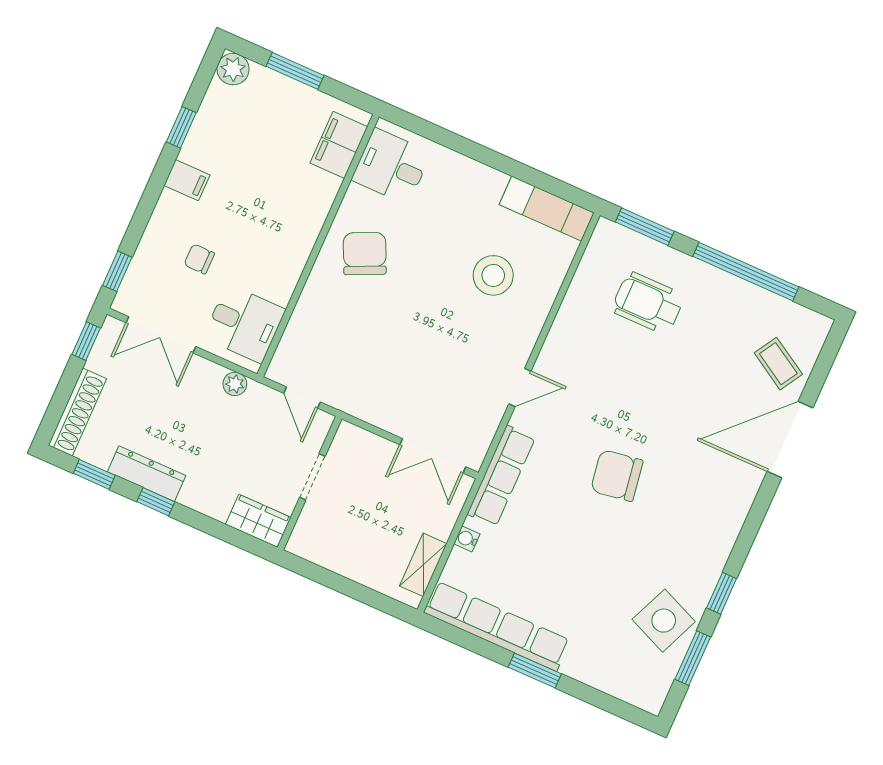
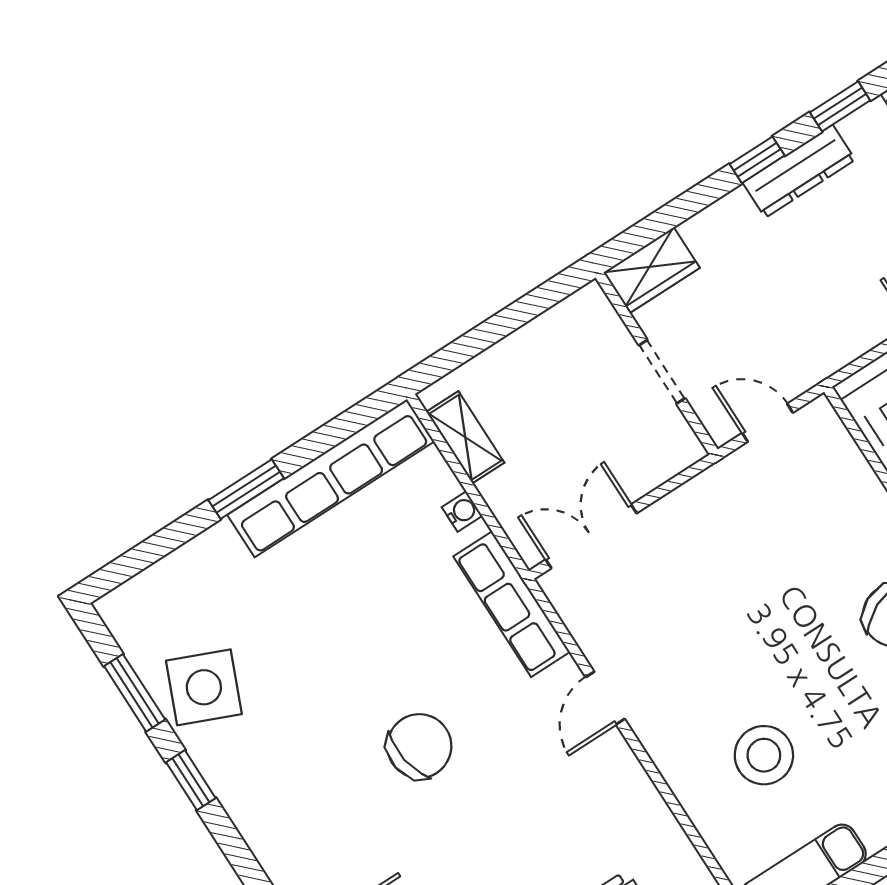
plant: (235, 384) -> (838, 351), removed

